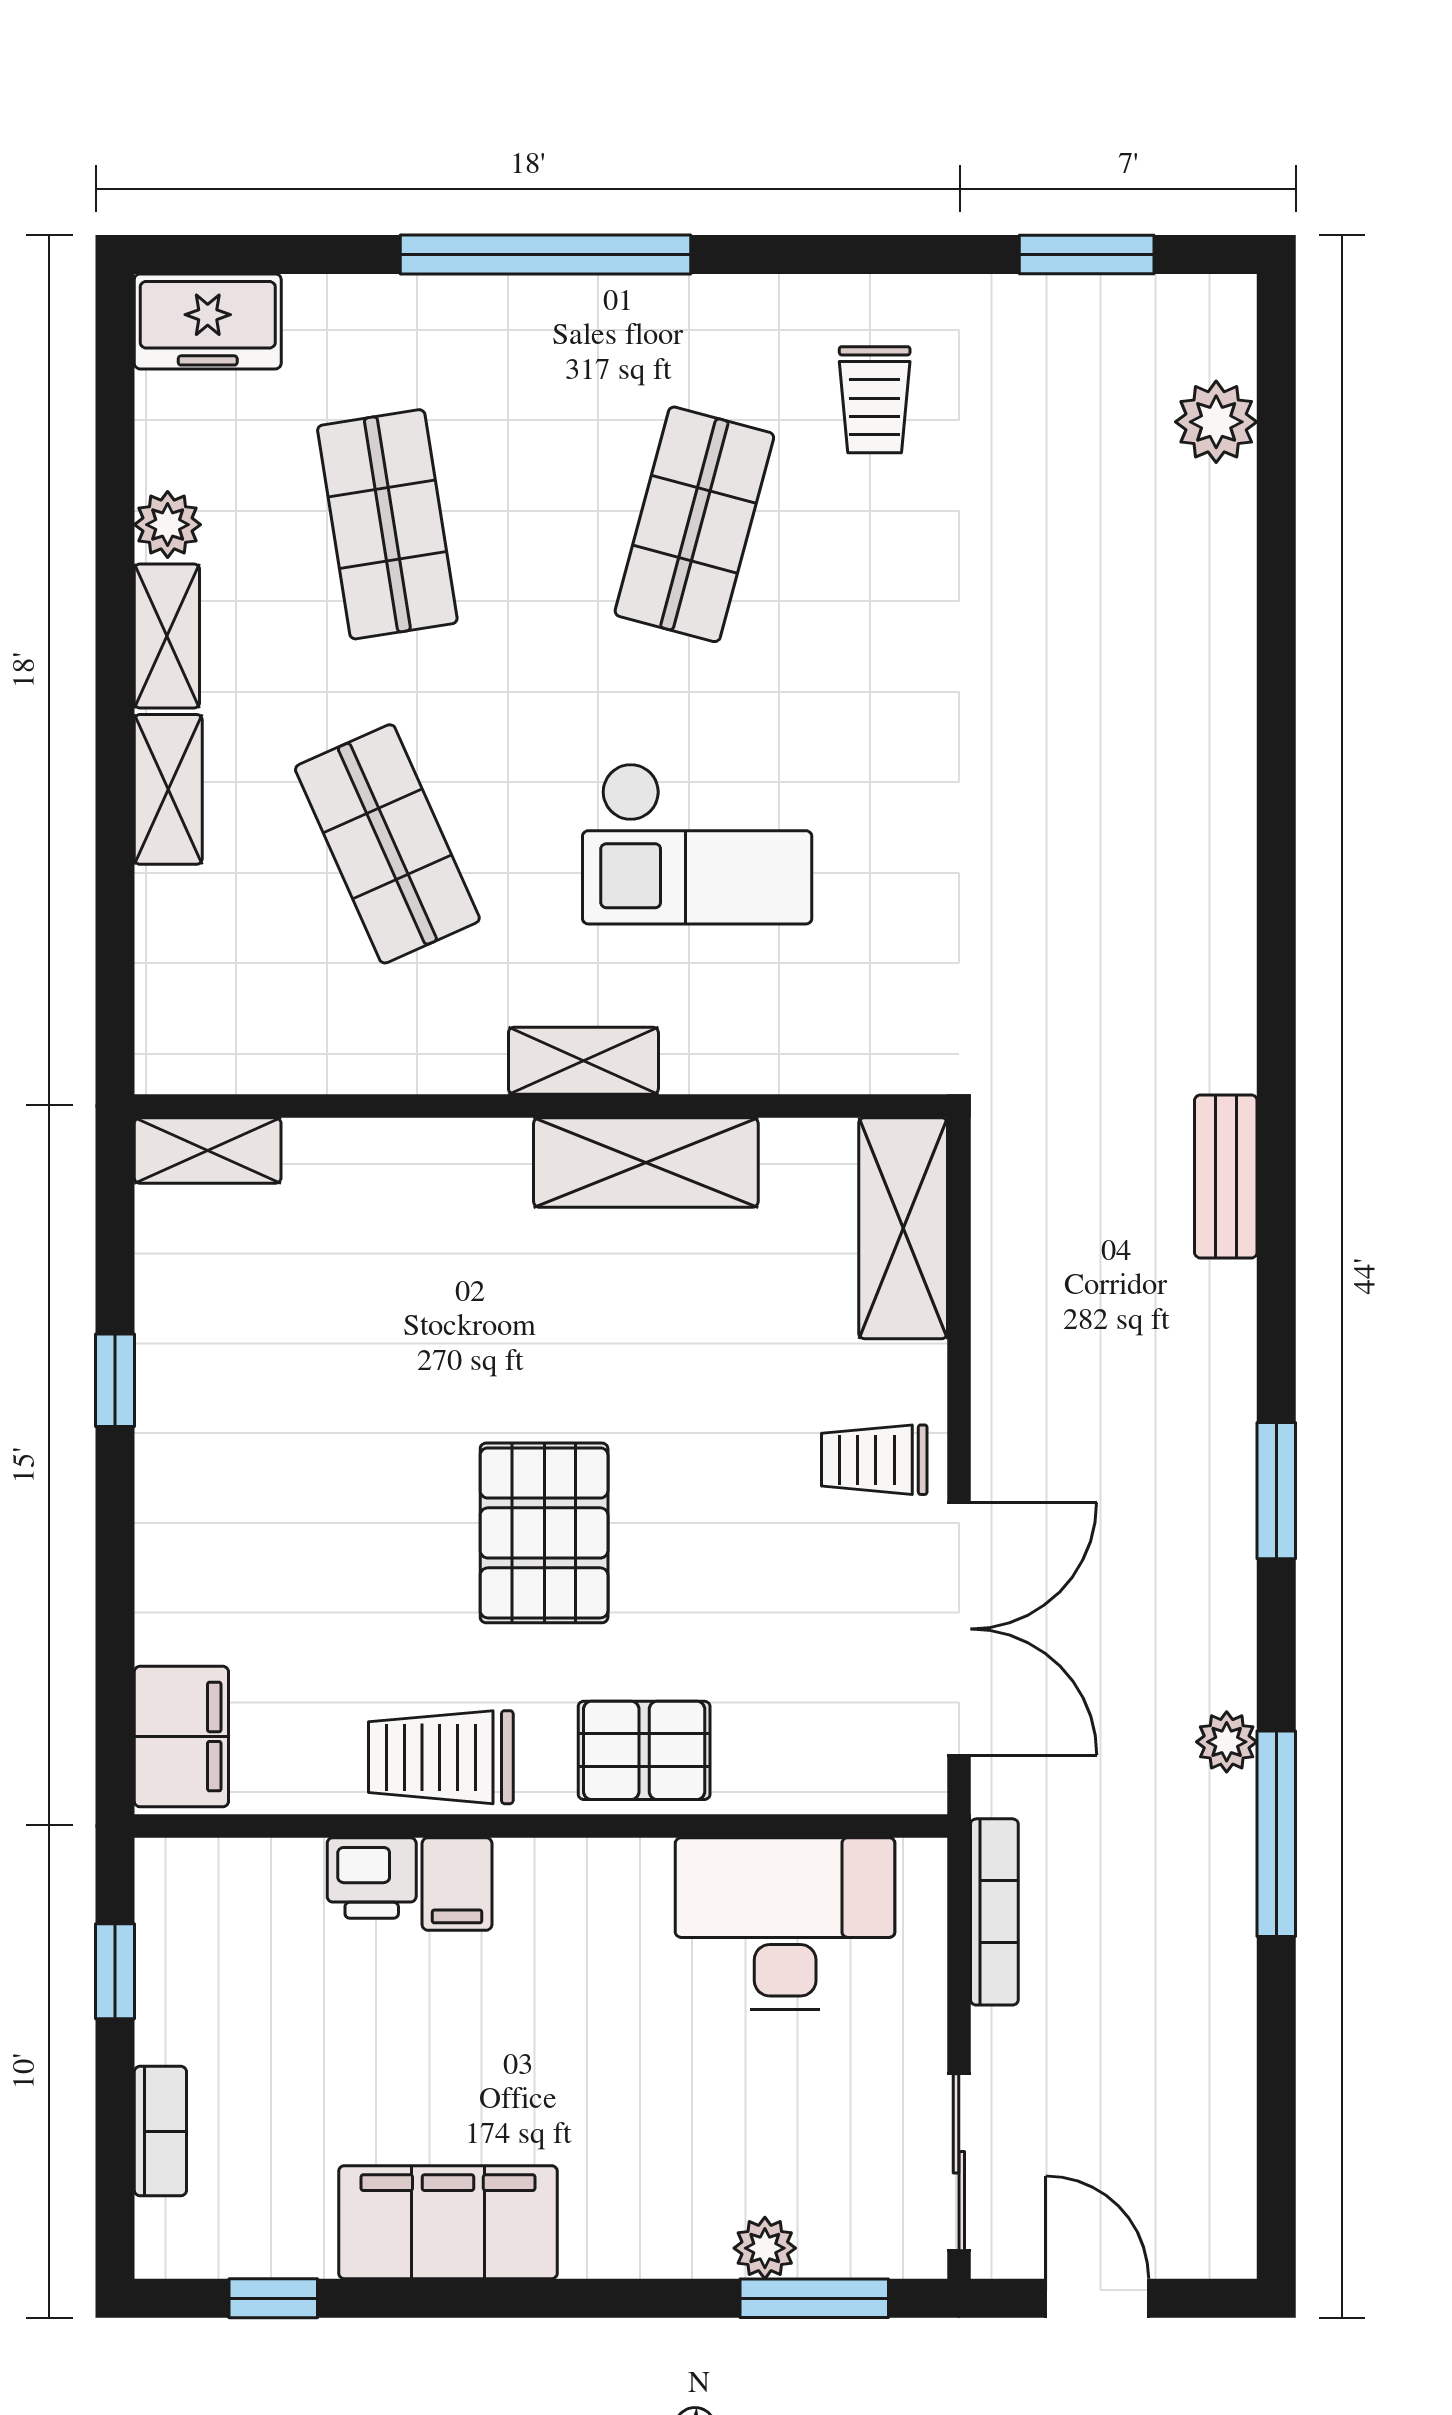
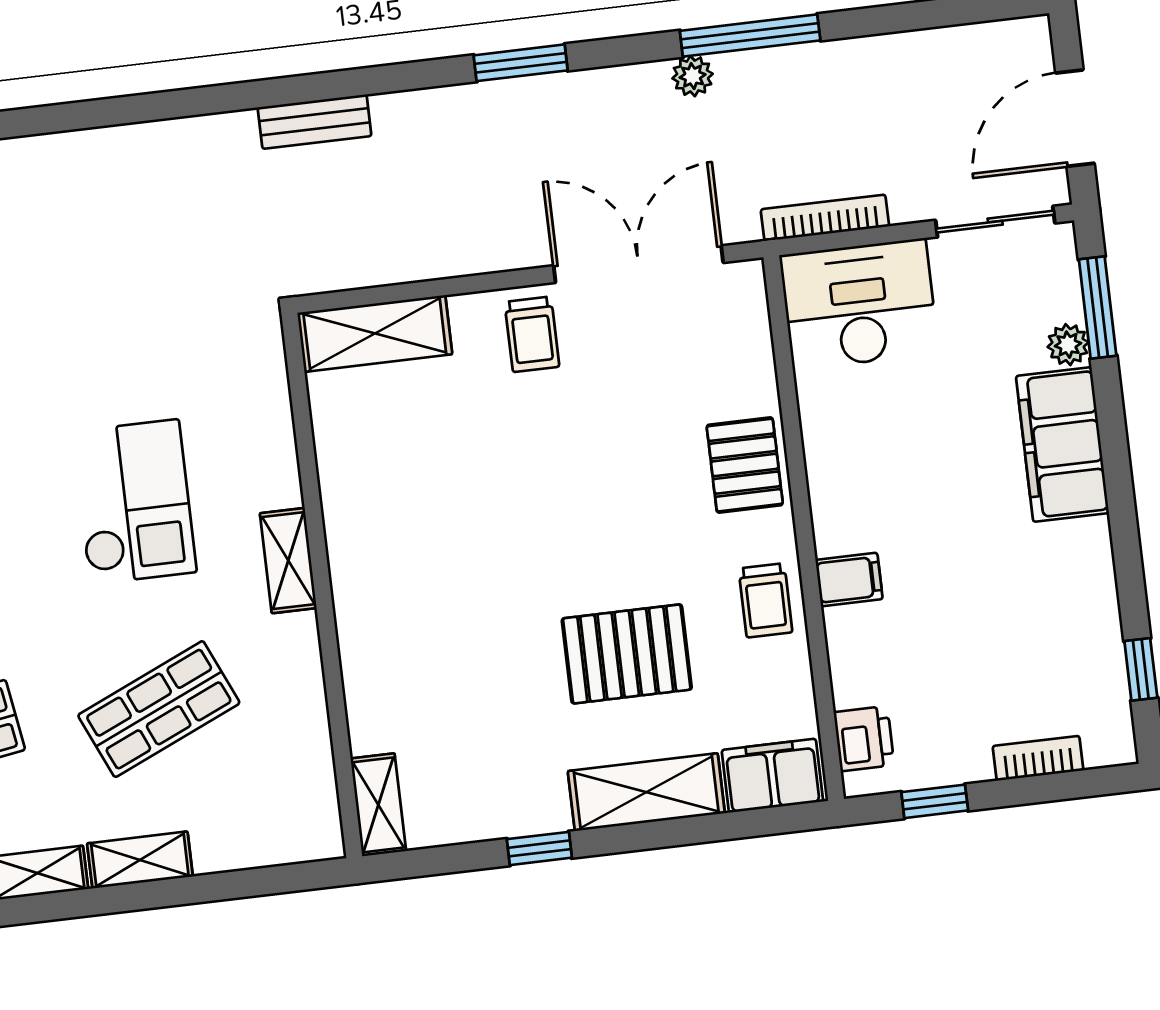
shelving: (646, 1162) -> (646, 792), moved, turned 90
pallet: (544, 1533) -> (627, 654), moved
trolley: (441, 1757) -> (766, 600), width x0.73, depth x0.72
printer: (372, 1878) -> (864, 739), moved
desk: (785, 1924) -> (859, 304), moved, turned 90
filing cabinet: (448, 2222) -> (1062, 444), moved
door: (1097, 2298) -> (1075, 118), width x1.38

